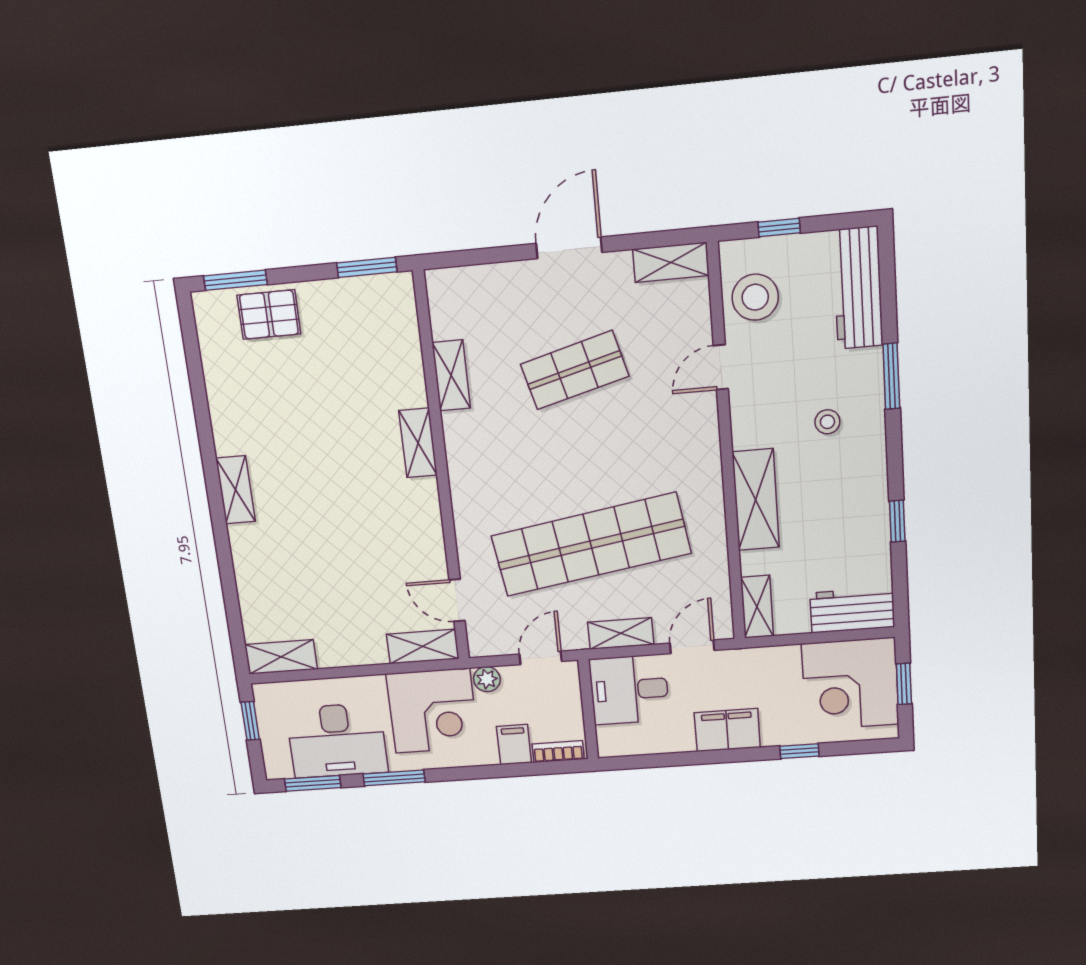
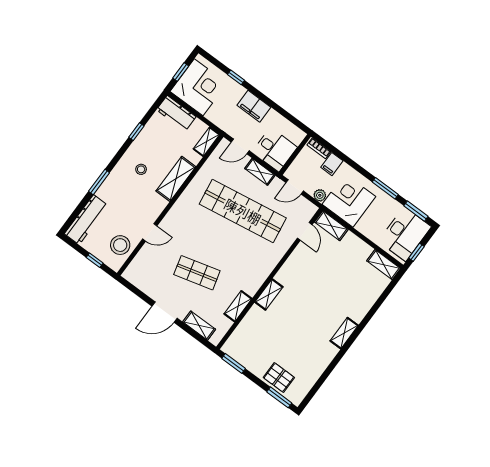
shelving: (671, 262) -> (199, 326), moved
stool: (827, 422) -> (141, 169), moved
desk: (337, 740) -> (405, 234), moved, turned 90

